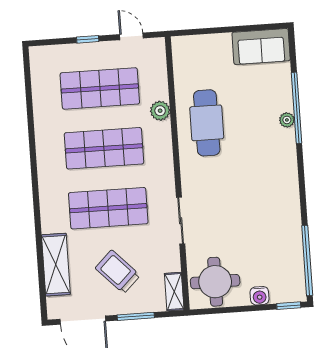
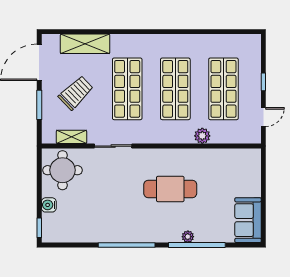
cafe table: (207, 123) -> (170, 189), moved
window: (307, 261) -> (127, 245), moved
shelving: (174, 292) -> (71, 137), moved

